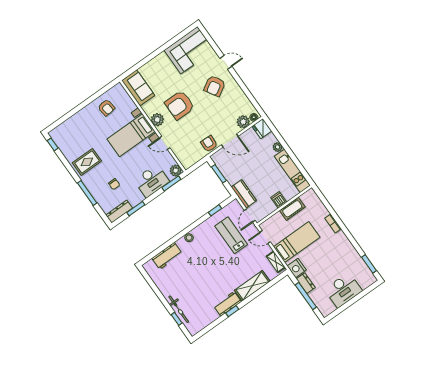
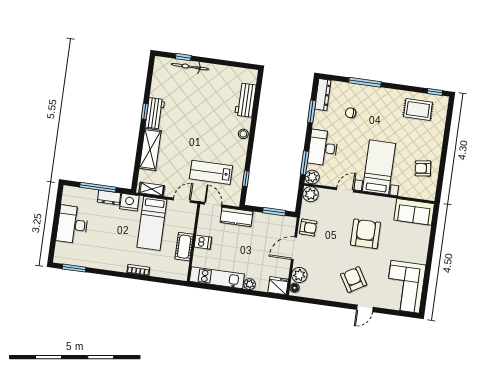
plant: (157, 120) -> (311, 194), moved
rug: (87, 162) -> (418, 109), moved, turned 90
lab bench: (231, 235) -> (211, 172), turned 180

